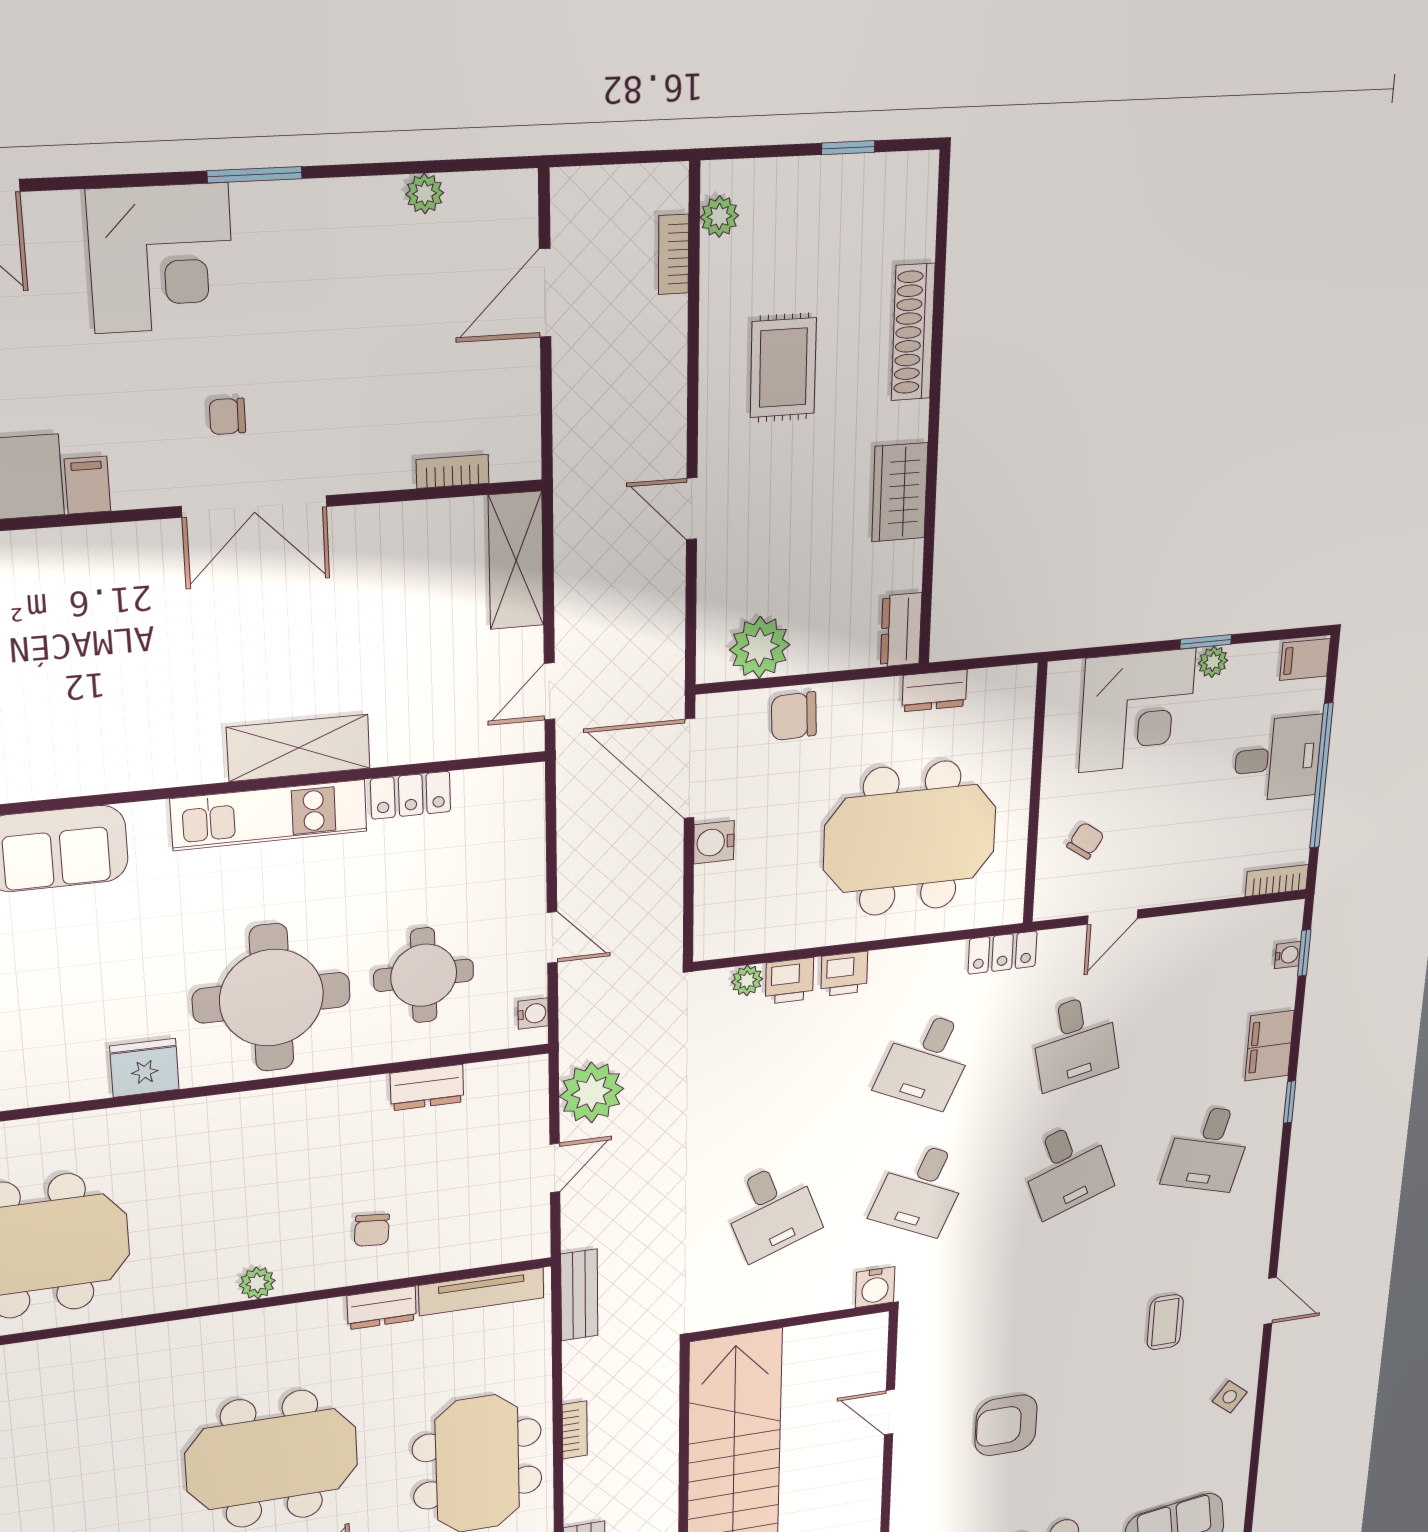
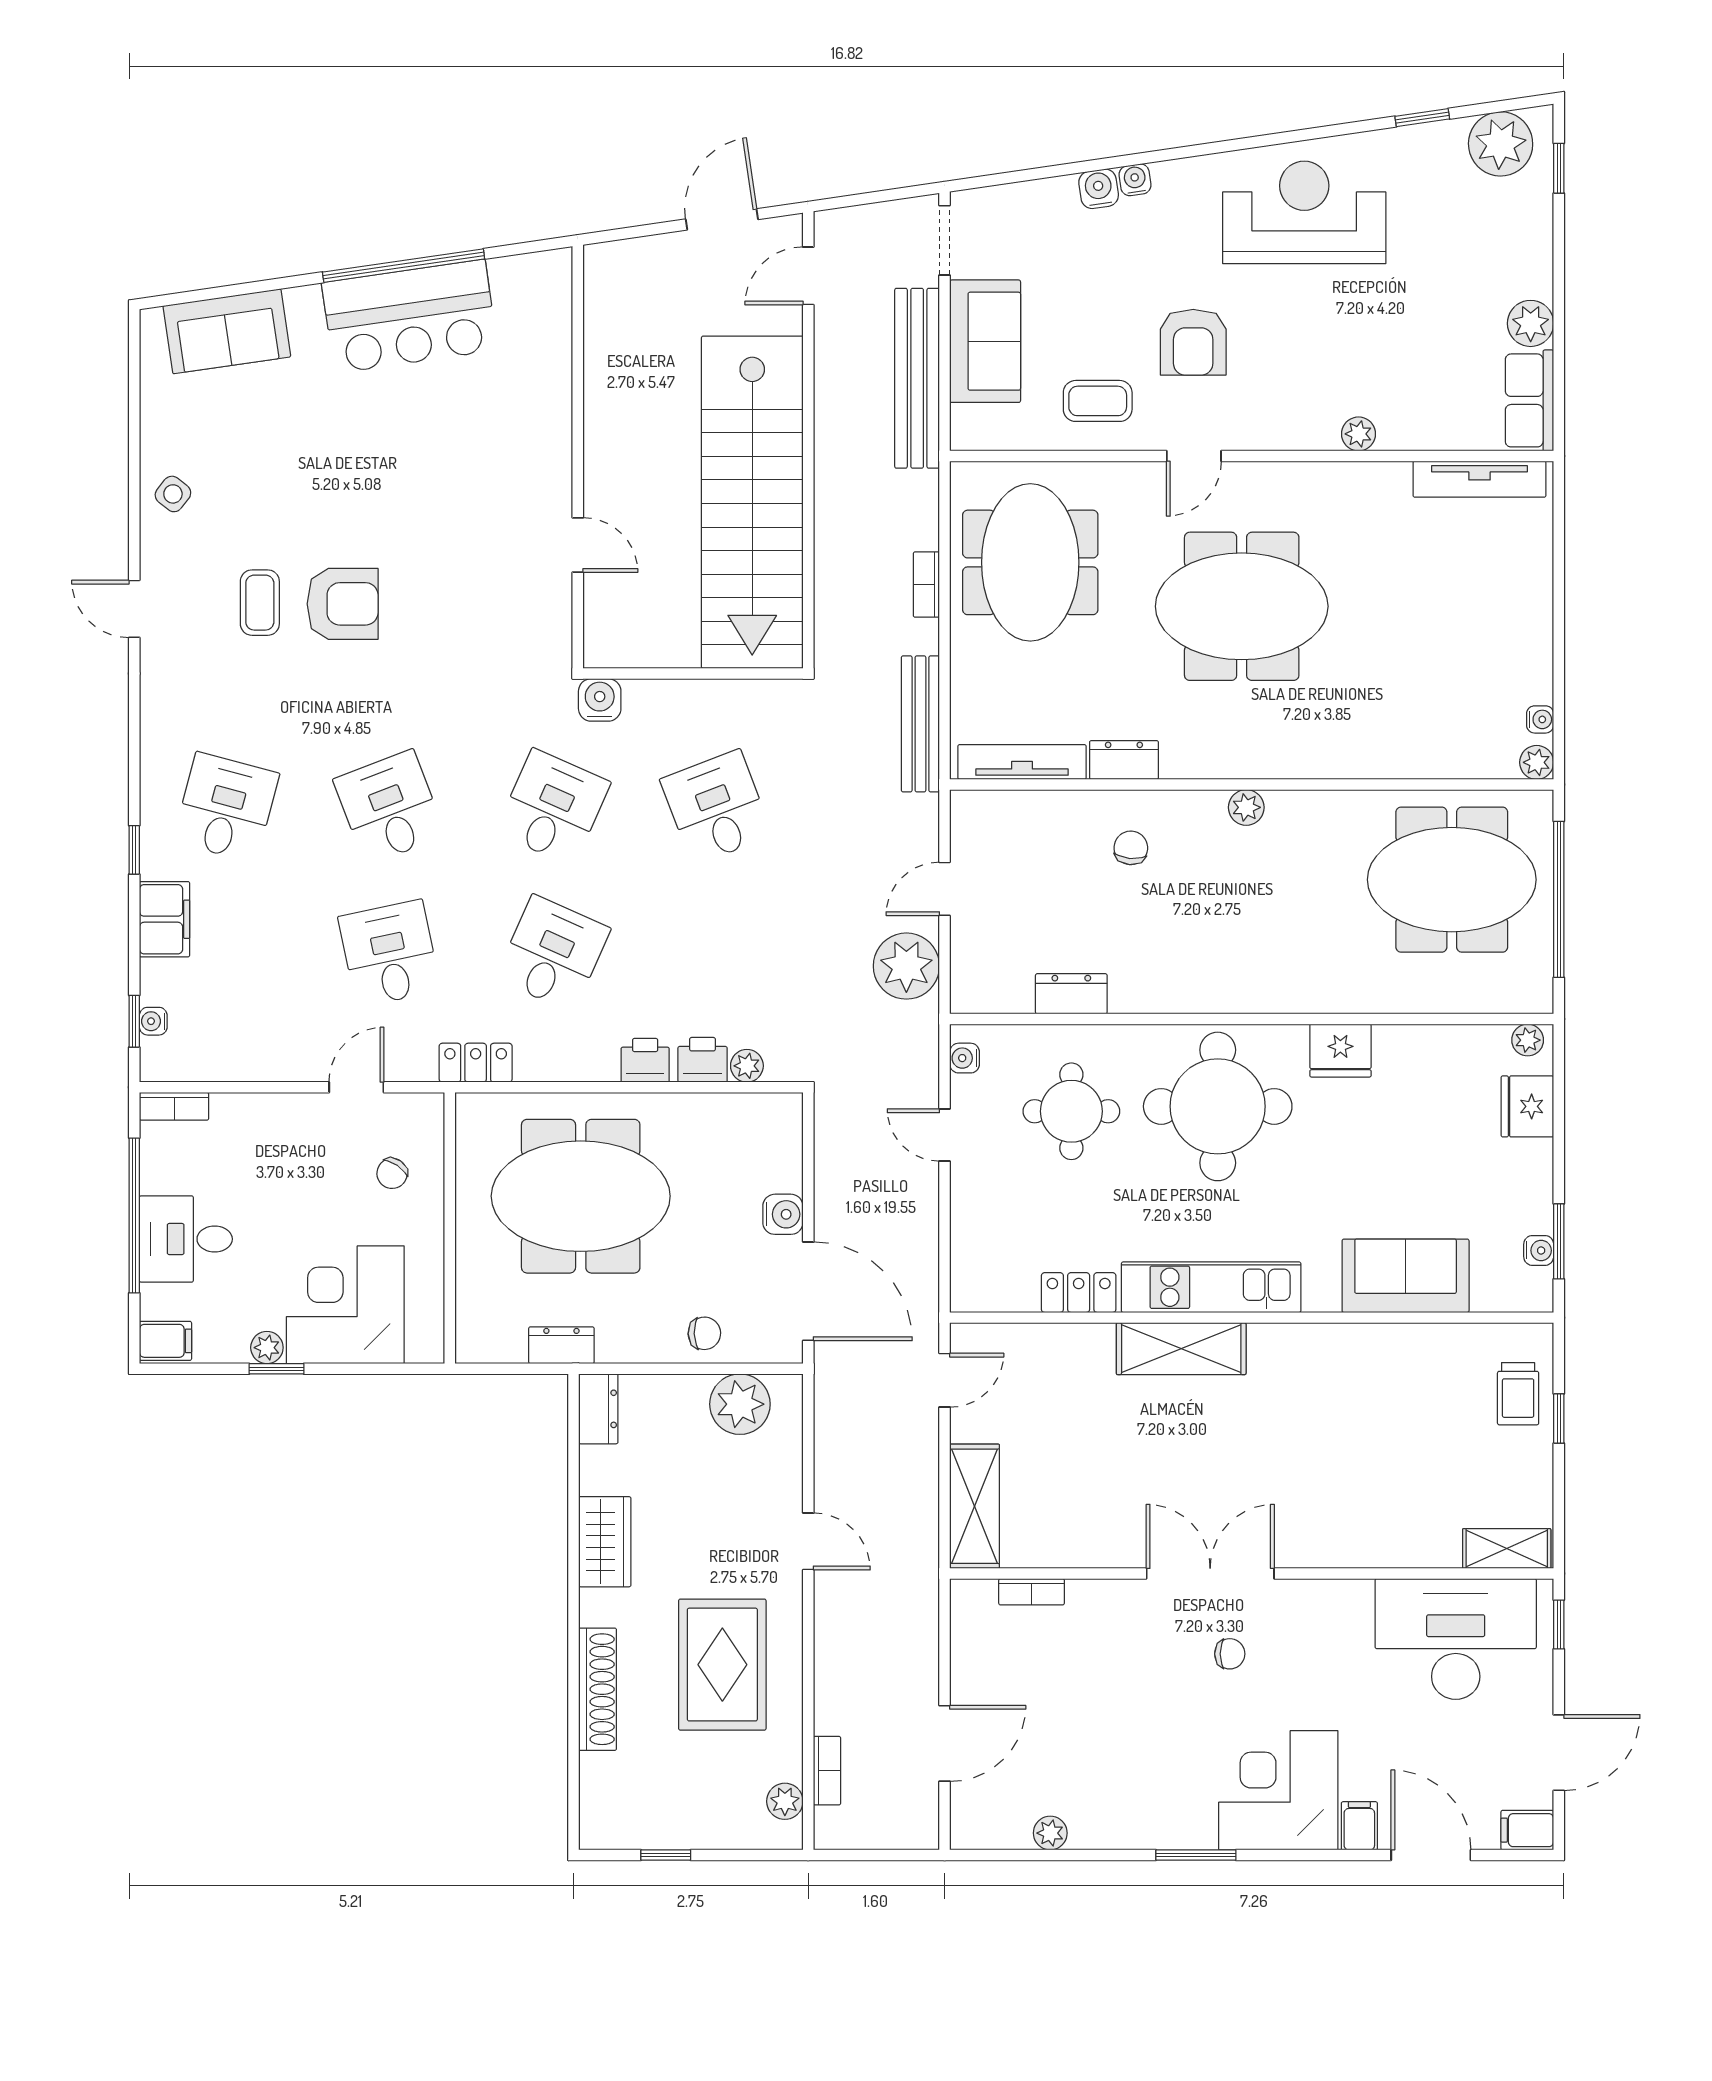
rug: (783, 368) -> (722, 1665), width x1.36, depth x1.43
filing cabinet: (87, 485) -> (1359, 1826), moved, turned 180
chair: (794, 716) -> (704, 1333), width x0.73, depth x0.73
bench: (579, 1295) -> (920, 724), width x1.36
armchair: (1006, 1425) -> (343, 604), moved

